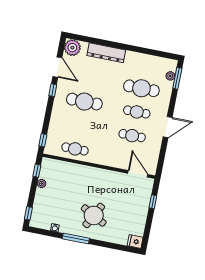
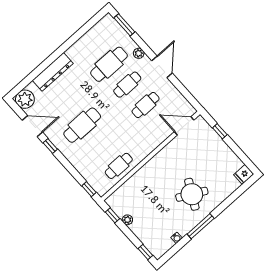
plant: (170, 76) -> (139, 53), moved

